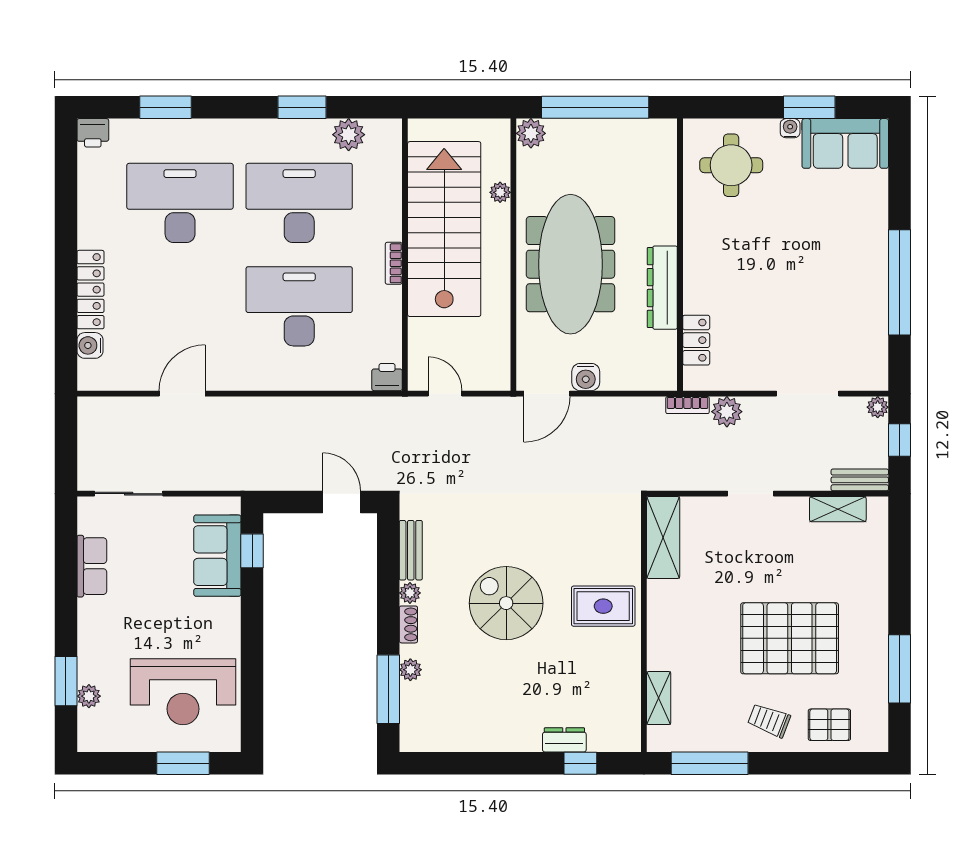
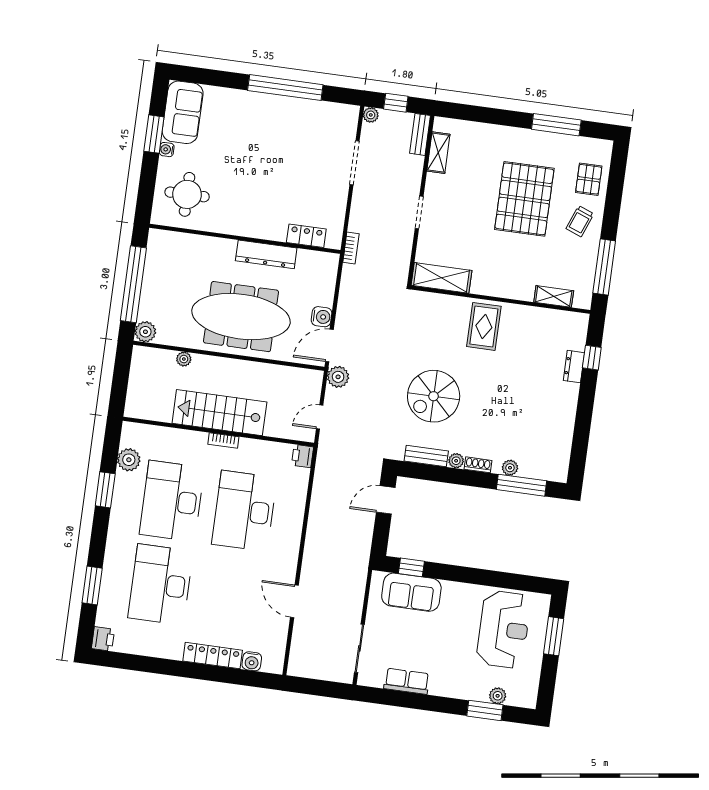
stairs: (444, 229) -> (219, 413), width x0.73, depth x0.66
door: (547, 394) -> (329, 346), swing flipped
plant: (727, 412) -> (338, 377), moved
spiral stairs: (506, 603) -> (434, 396), moved

